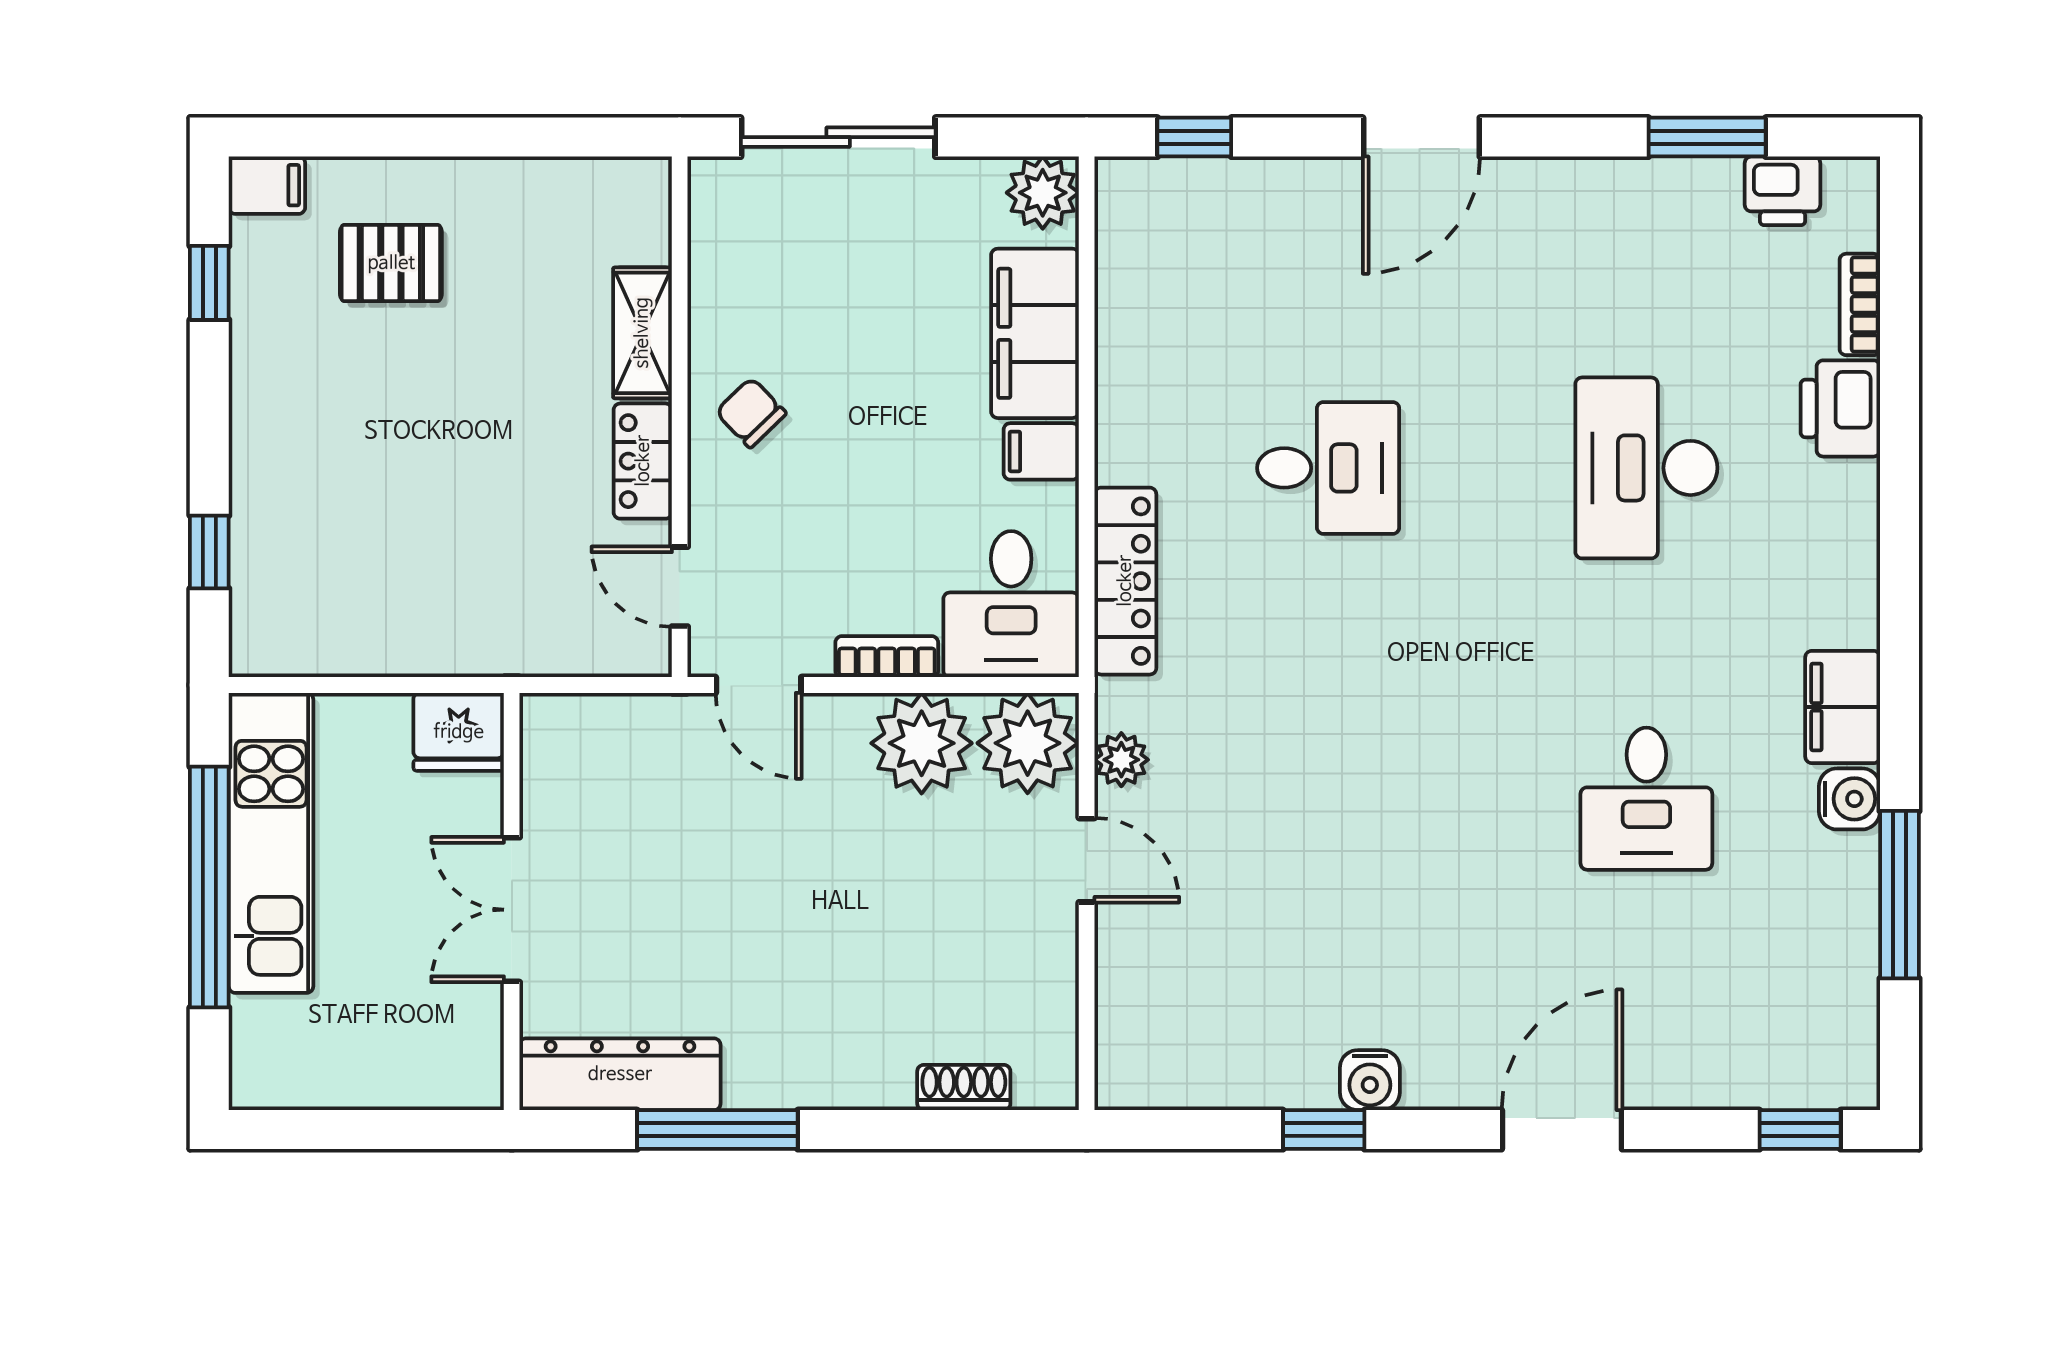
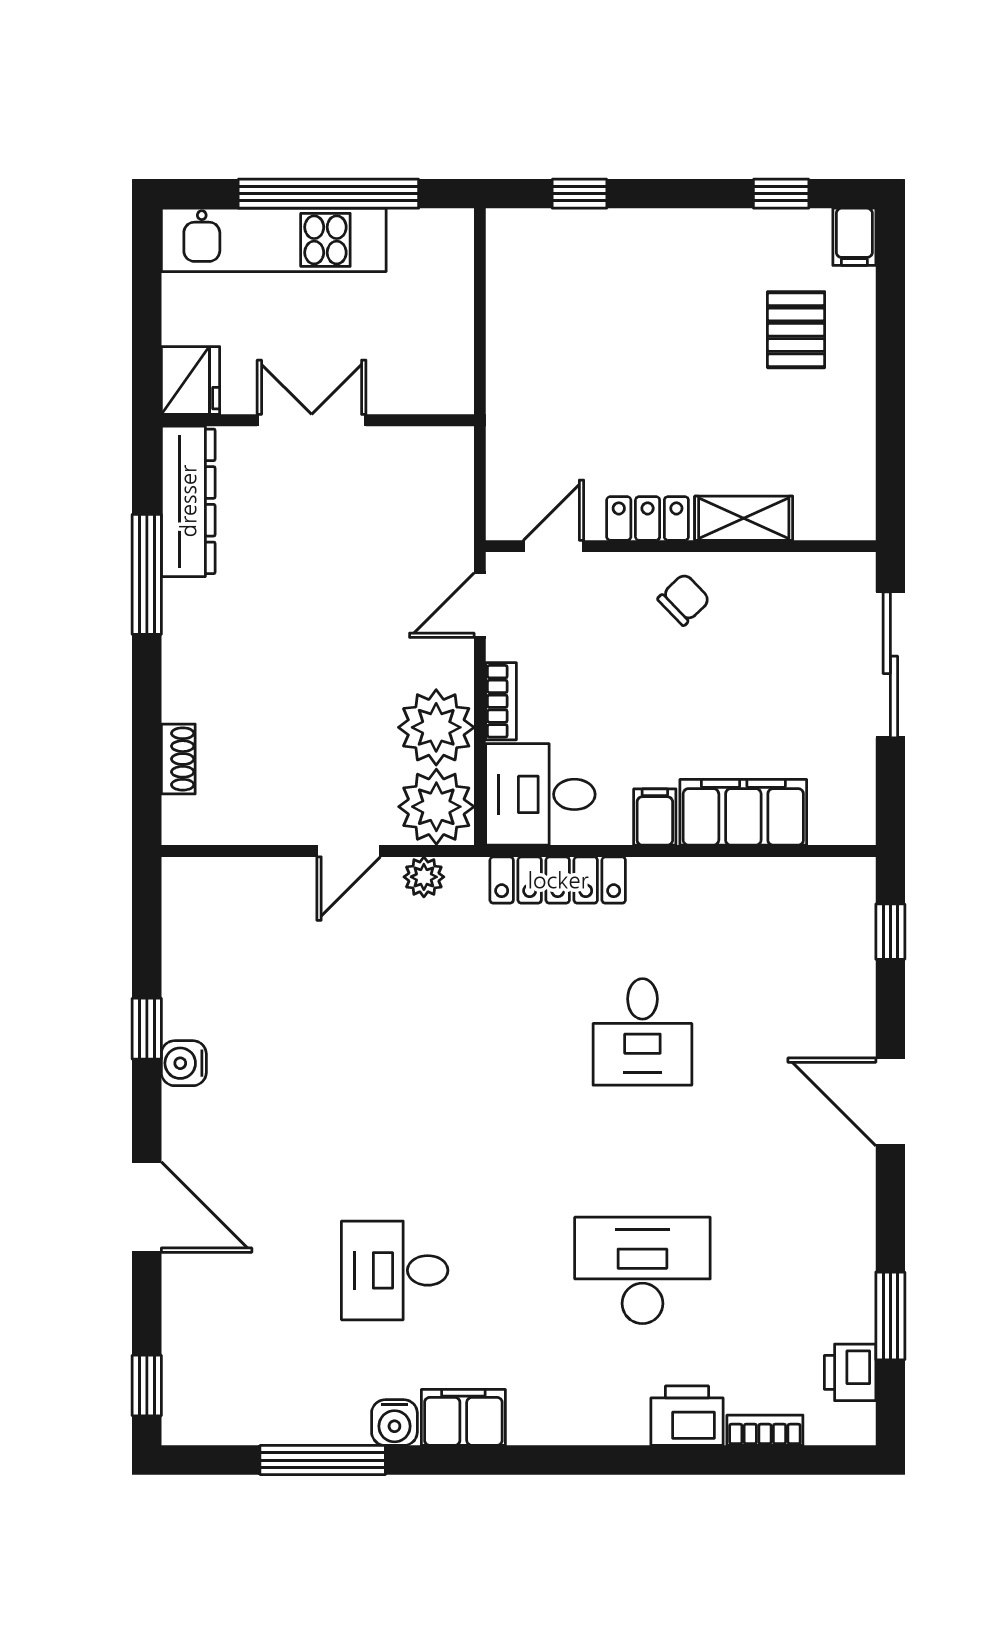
plant: (1043, 193) -> (849, 818), removed
fridge: (459, 732) -> (191, 380), moved, turned 180
kitchen unit: (271, 843) -> (274, 240), moved

